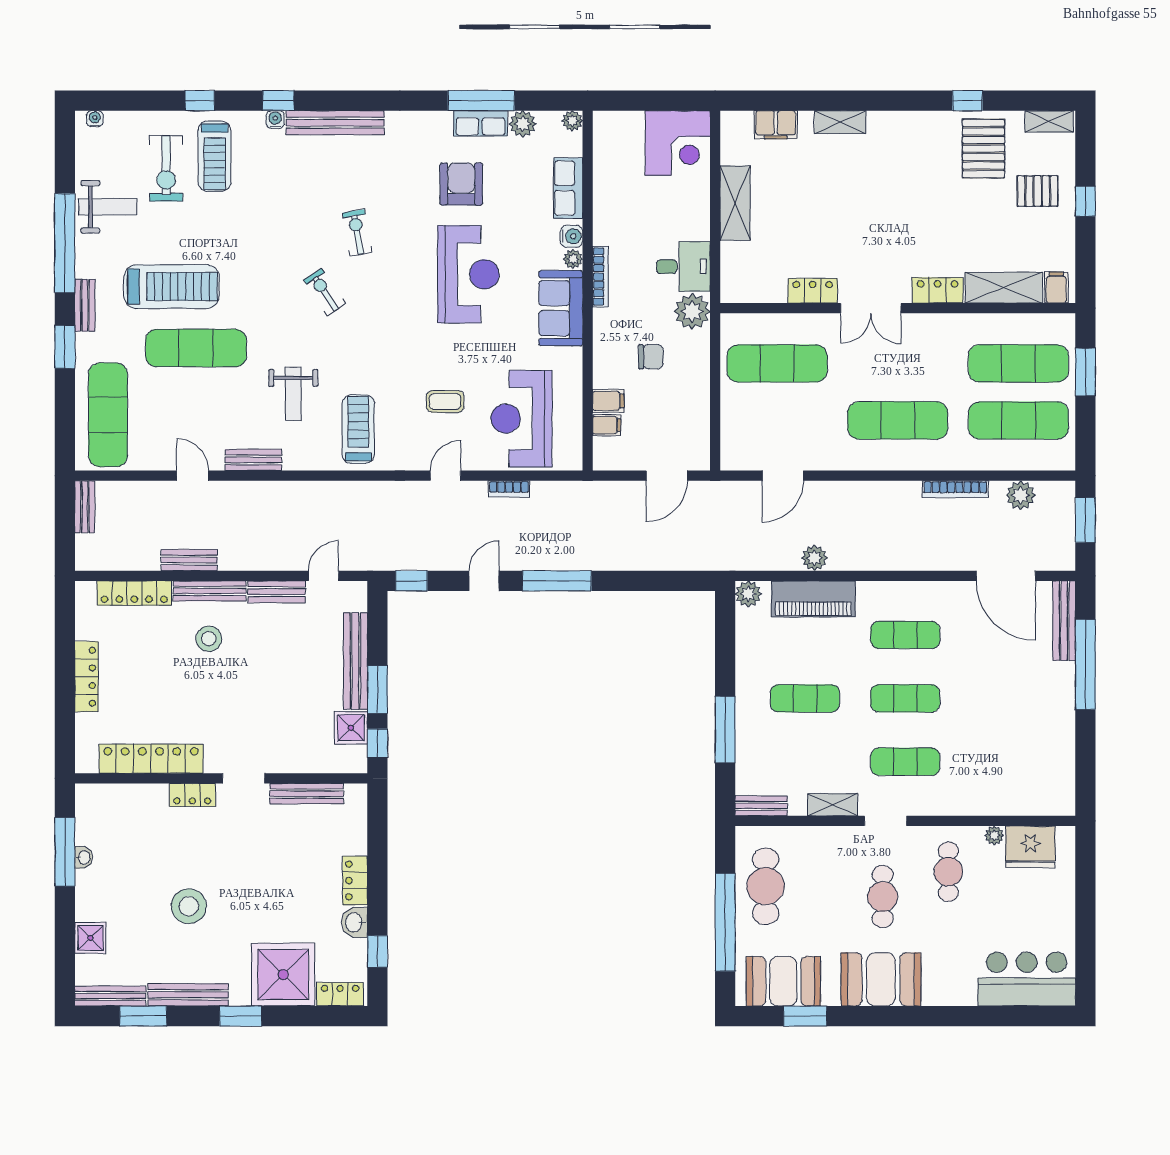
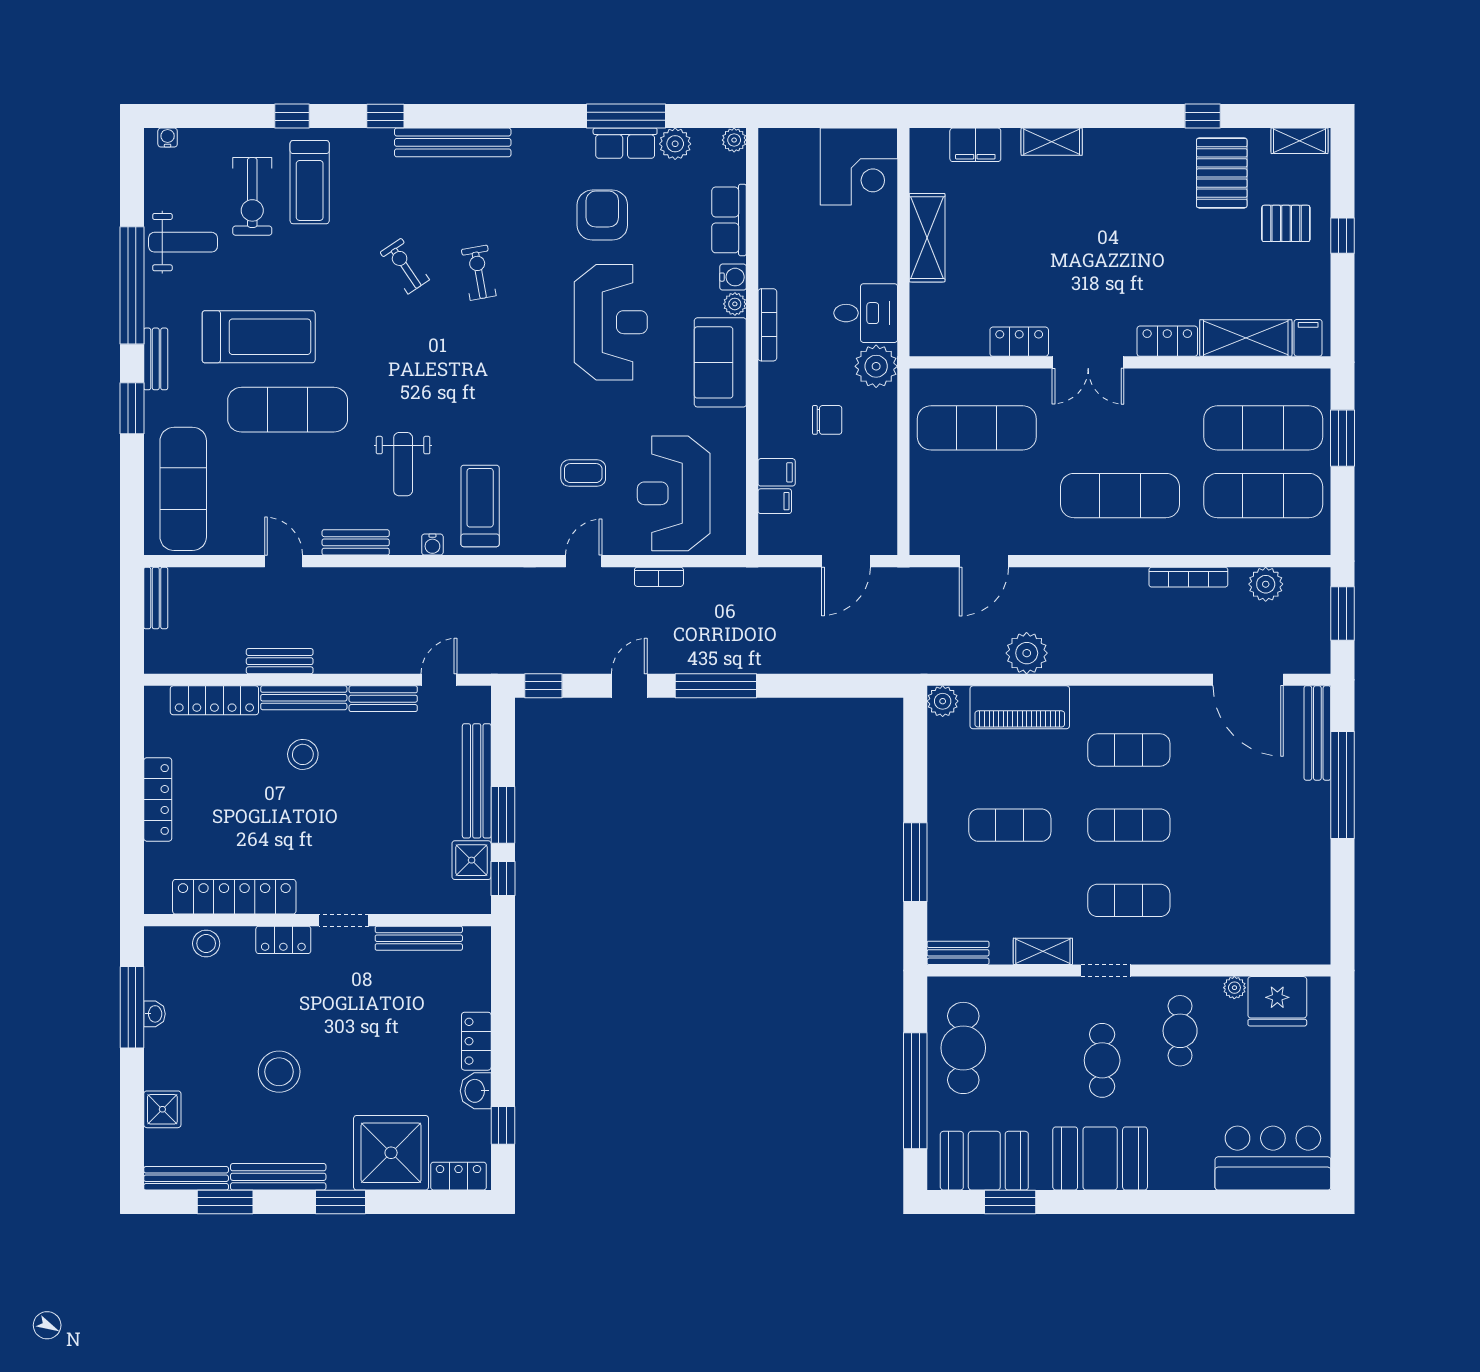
water cooler: (275, 120) -> (432, 545), moved, turned 180
exercise bike: (325, 292) -> (405, 266), moved
plant: (814, 558) -> (1027, 653), width x1.36, depth x1.36
stool: (127, 798) -> (206, 943), added

